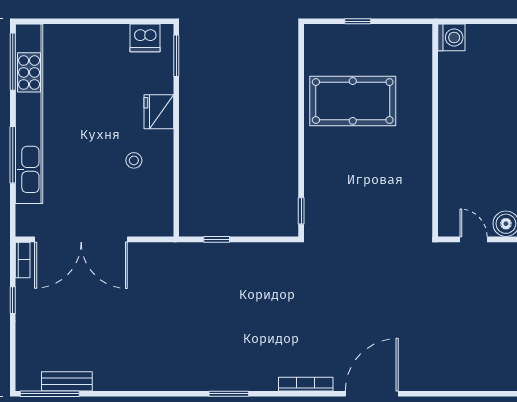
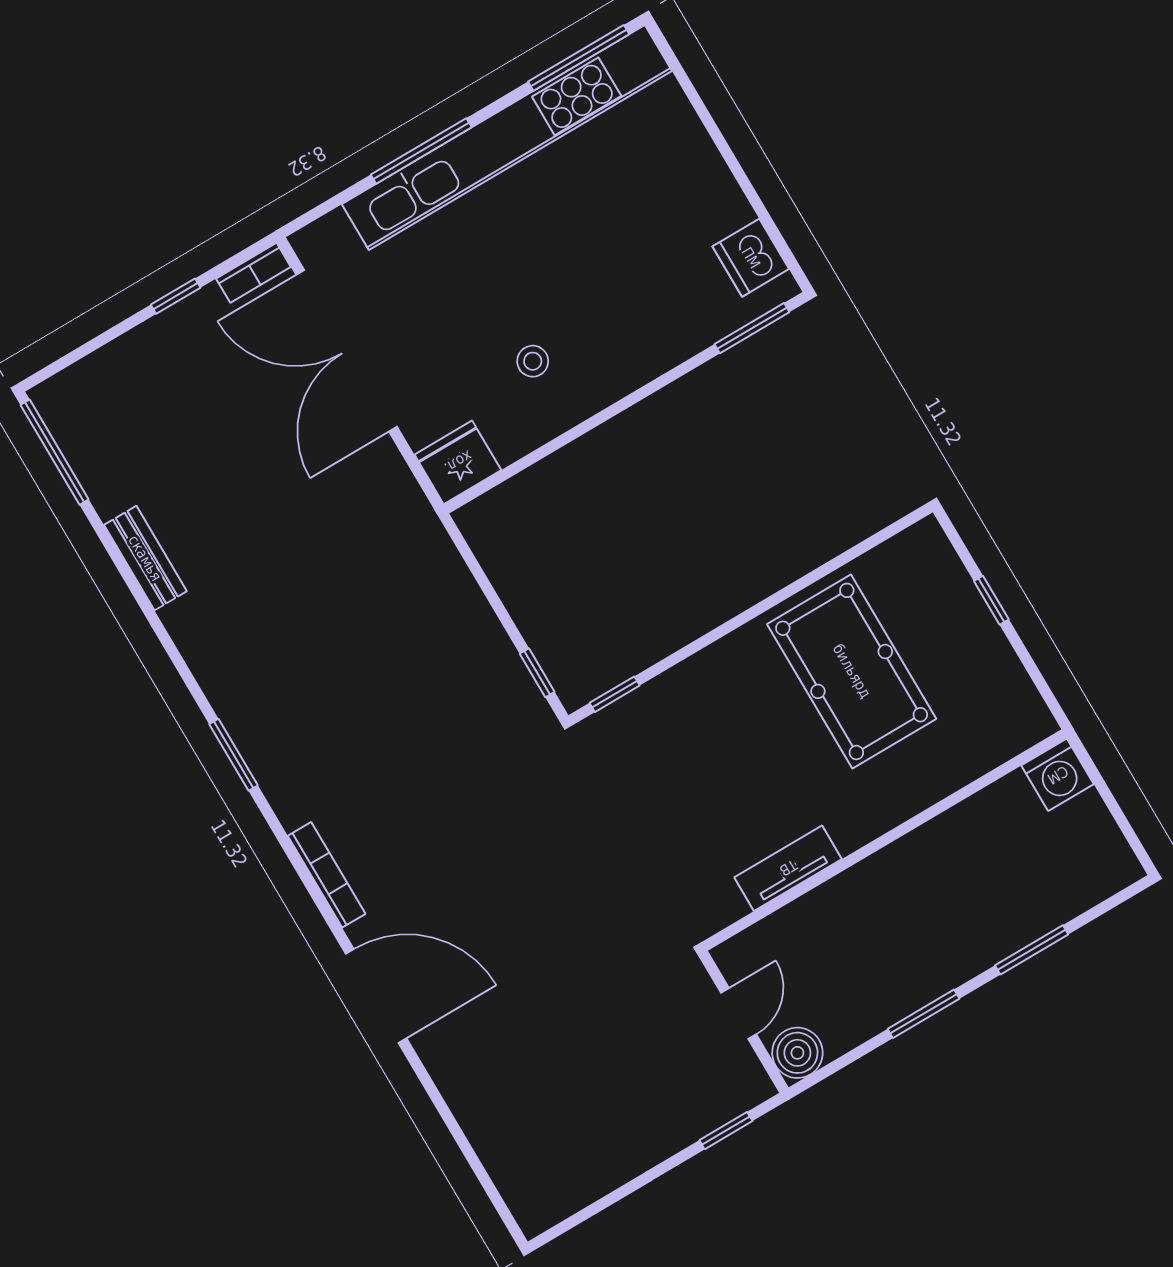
fridge: (159, 112) -> (458, 462), moved
tv unit: (423, 180) -> (788, 868), added
window: (217, 239) -> (537, 673), moved
bench: (67, 381) -> (145, 558), moved

